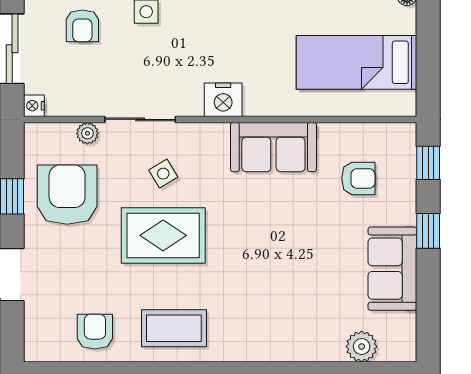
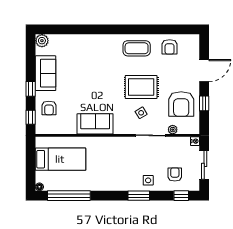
nightstand: (223, 100) -> (116, 144), removed
armchair: (358, 178) -> (49, 108), moved, turned -90
plant: (362, 347) -> (42, 41), moved

